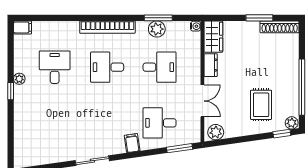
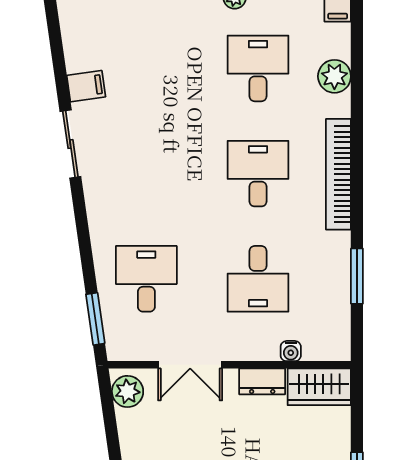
water cooler: (196, 26) -> (291, 351), moved
plant: (157, 29) -> (334, 76), moved
desk: (55, 67) -> (258, 68), turned -90
filing cabinet: (132, 143) -> (86, 86), moved

